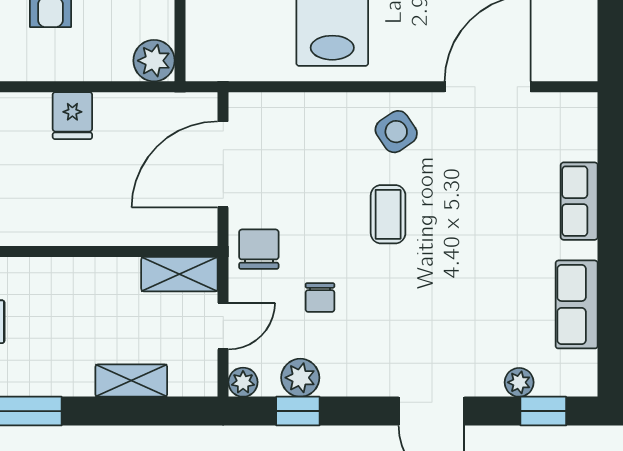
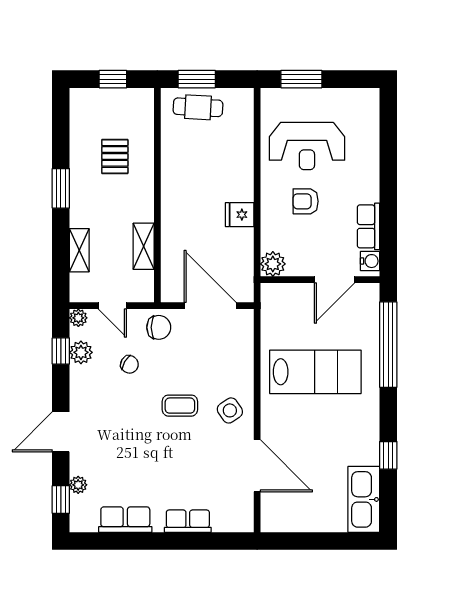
shelving: (179, 274) -> (144, 246), moved
chair: (320, 298) -> (129, 364), turned -150

